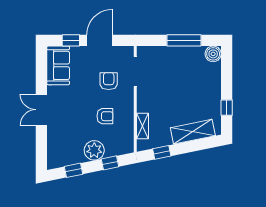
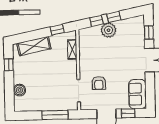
window: (184, 40) -> (55, 115), moved
boiler: (213, 54) -> (19, 90), moved
armchair: (105, 116) -> (101, 56), removed
window: (41, 146) -> (149, 32), added
window: (73, 170) -> (114, 17), moved

